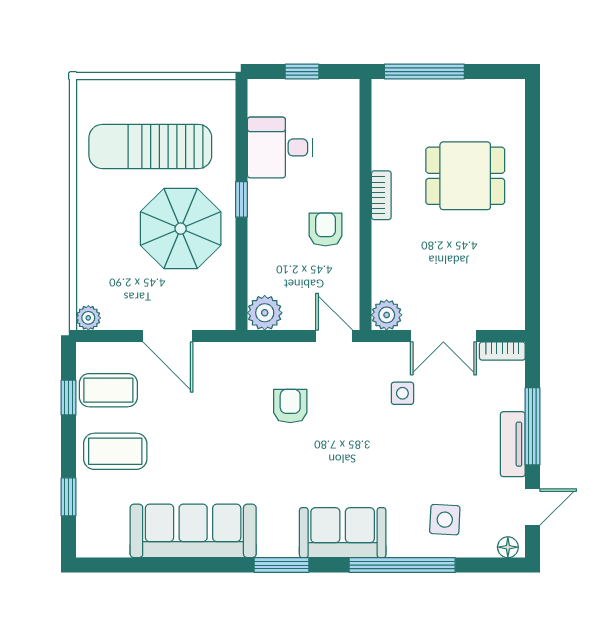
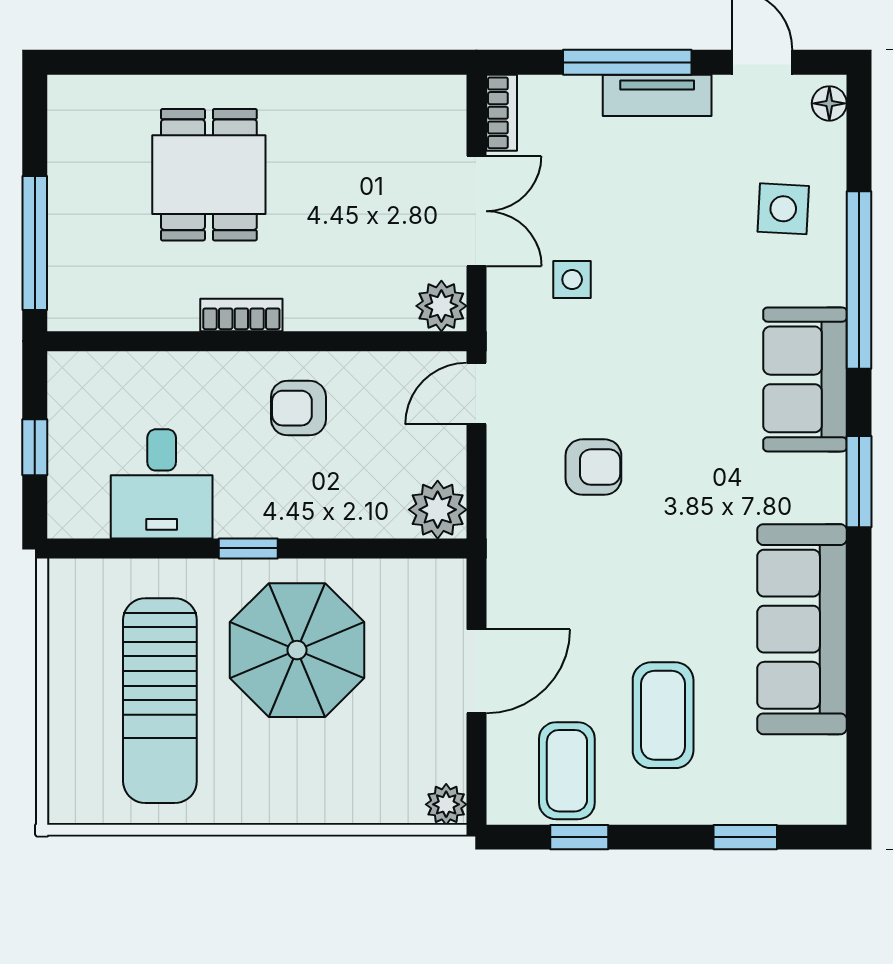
armchair: (290, 406) -> (593, 467), turned 180
coffee table: (115, 451) -> (663, 715), moved

